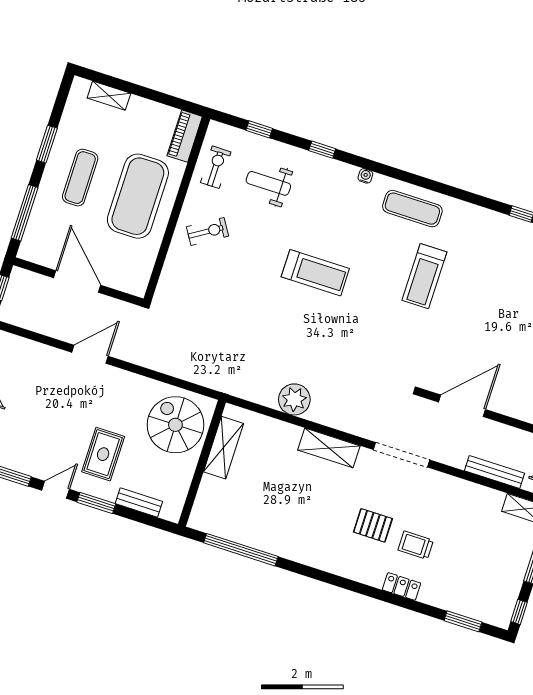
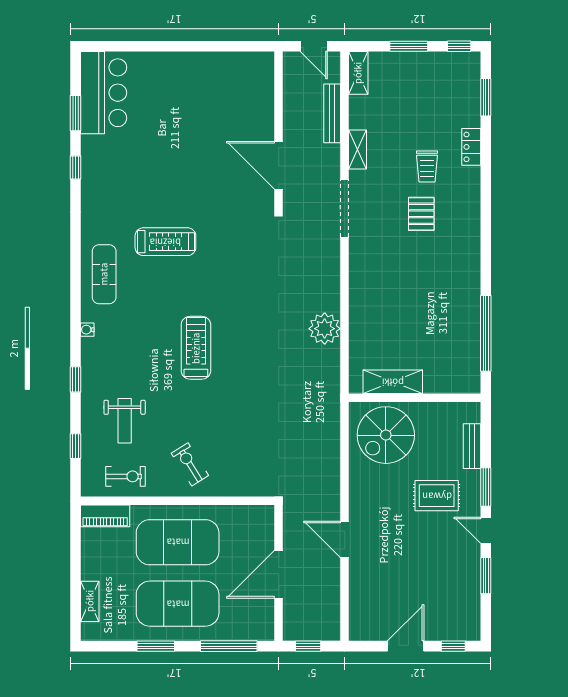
exercise bike: (216, 167) -> (125, 476), turned 180
exercise mat: (80, 178) -> (178, 604), width x2.00, depth x1.45
shelving: (329, 448) -> (357, 149), moved, width x0.67, depth x0.75
locker: (402, 586) -> (471, 147), moved

